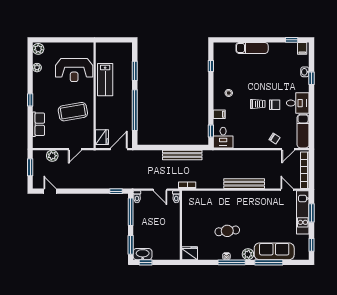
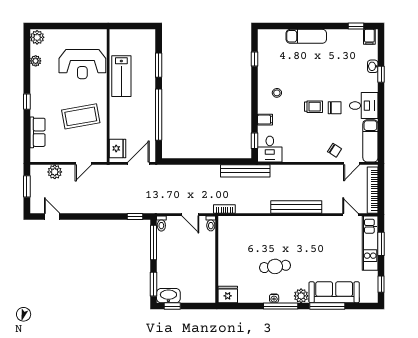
bench: (182, 155) -> (245, 171), moved

